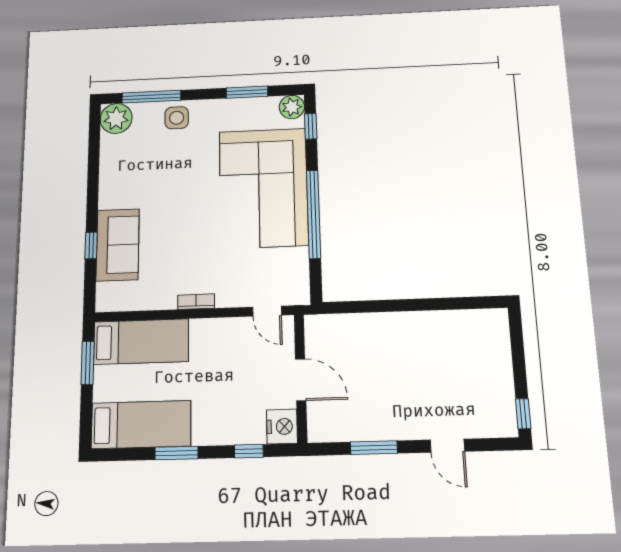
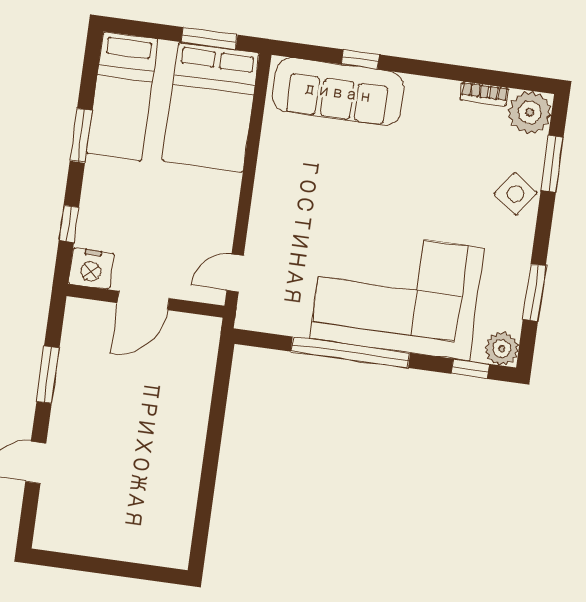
window: (151, 97) -> (552, 164), width x0.69
side table: (177, 118) -> (516, 194), turned 36
sofa: (118, 245) -> (338, 92), width x1.36
bookcase: (196, 302) -> (484, 94), moved, turned 90
bed: (141, 342) -> (211, 107), width x1.50
window: (523, 414) -> (58, 560), removed

